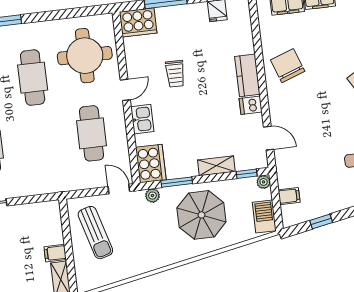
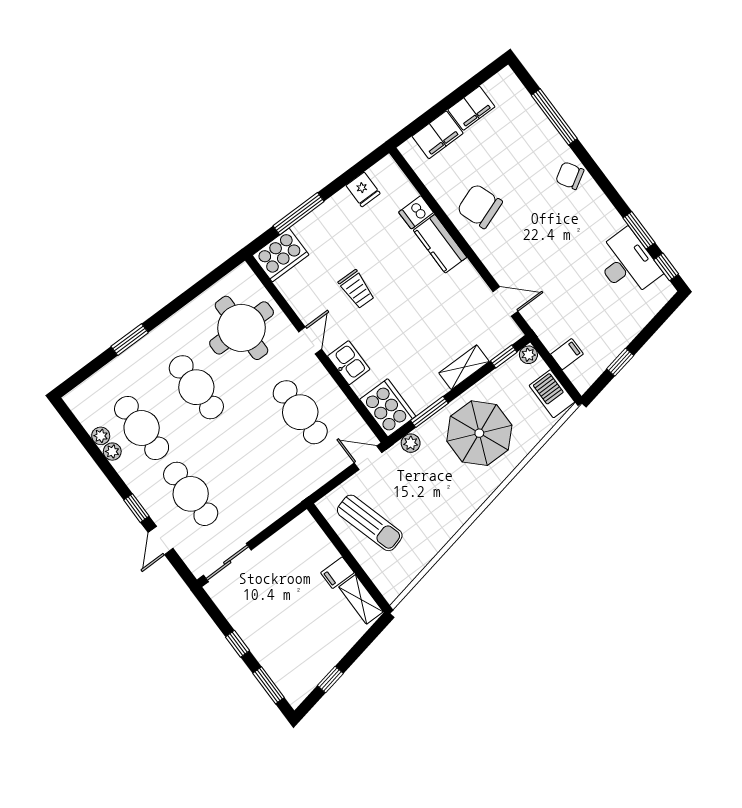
dishwasher: (251, 105) -> (416, 212), moved

